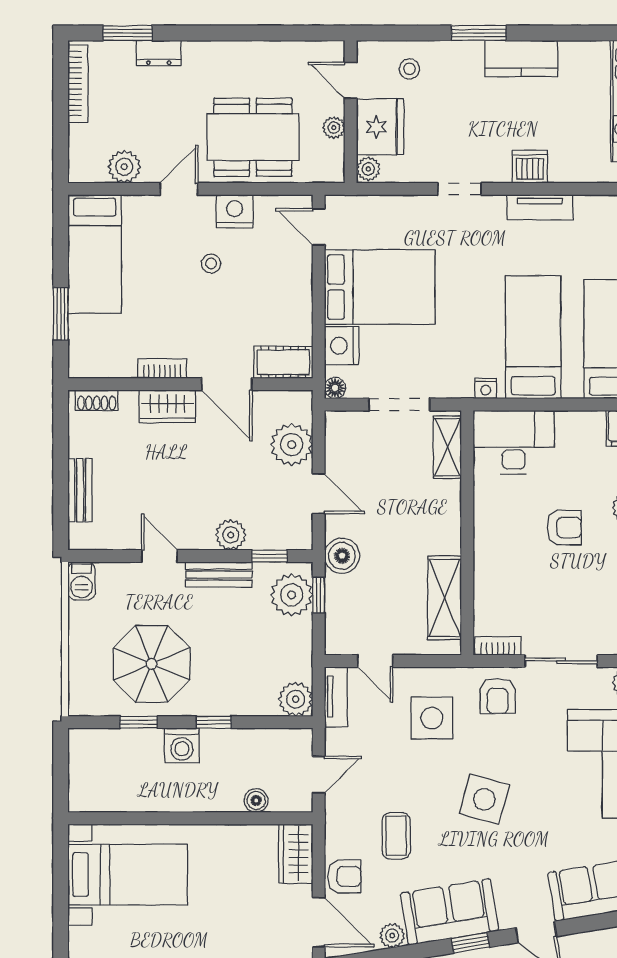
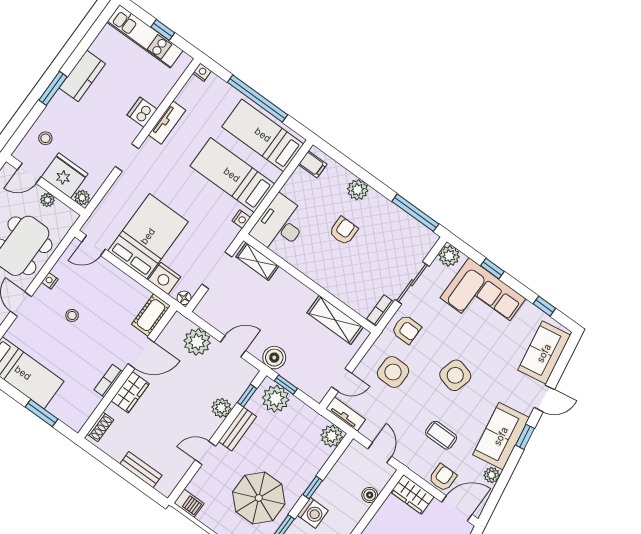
nightstand: (235, 211) -> (50, 281), width x0.53, depth x0.56

